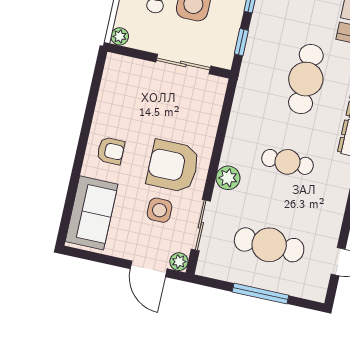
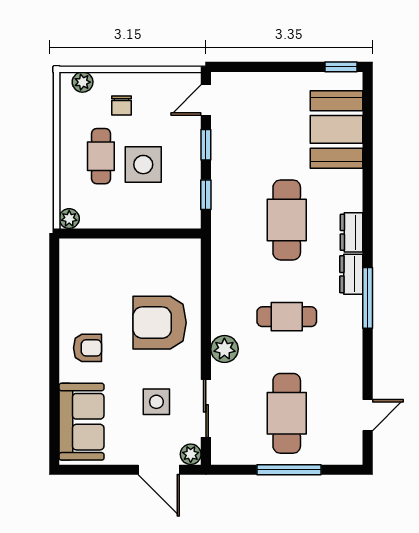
sliding door: (183, 64) -> (147, 234), removed
armchair: (173, 166) -> (160, 323), moved
cafe table: (269, 245) -> (287, 413), turned 90

